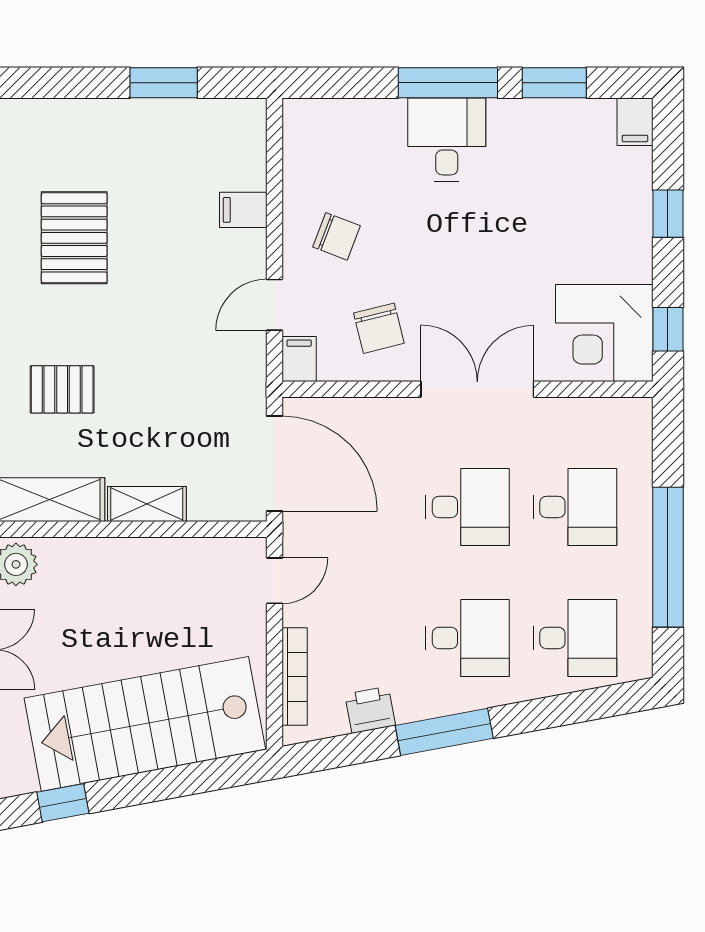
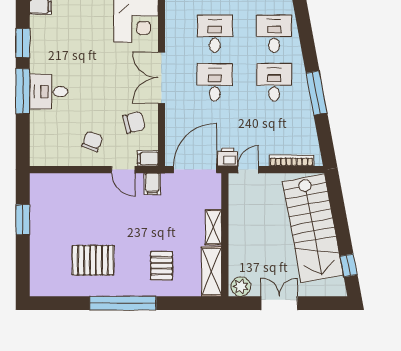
filing cabinet: (243, 210) -> (152, 184), moved
door: (274, 581) -> (248, 170), hinge flipped
printer: (370, 710) -> (227, 157), moved, turned 101

